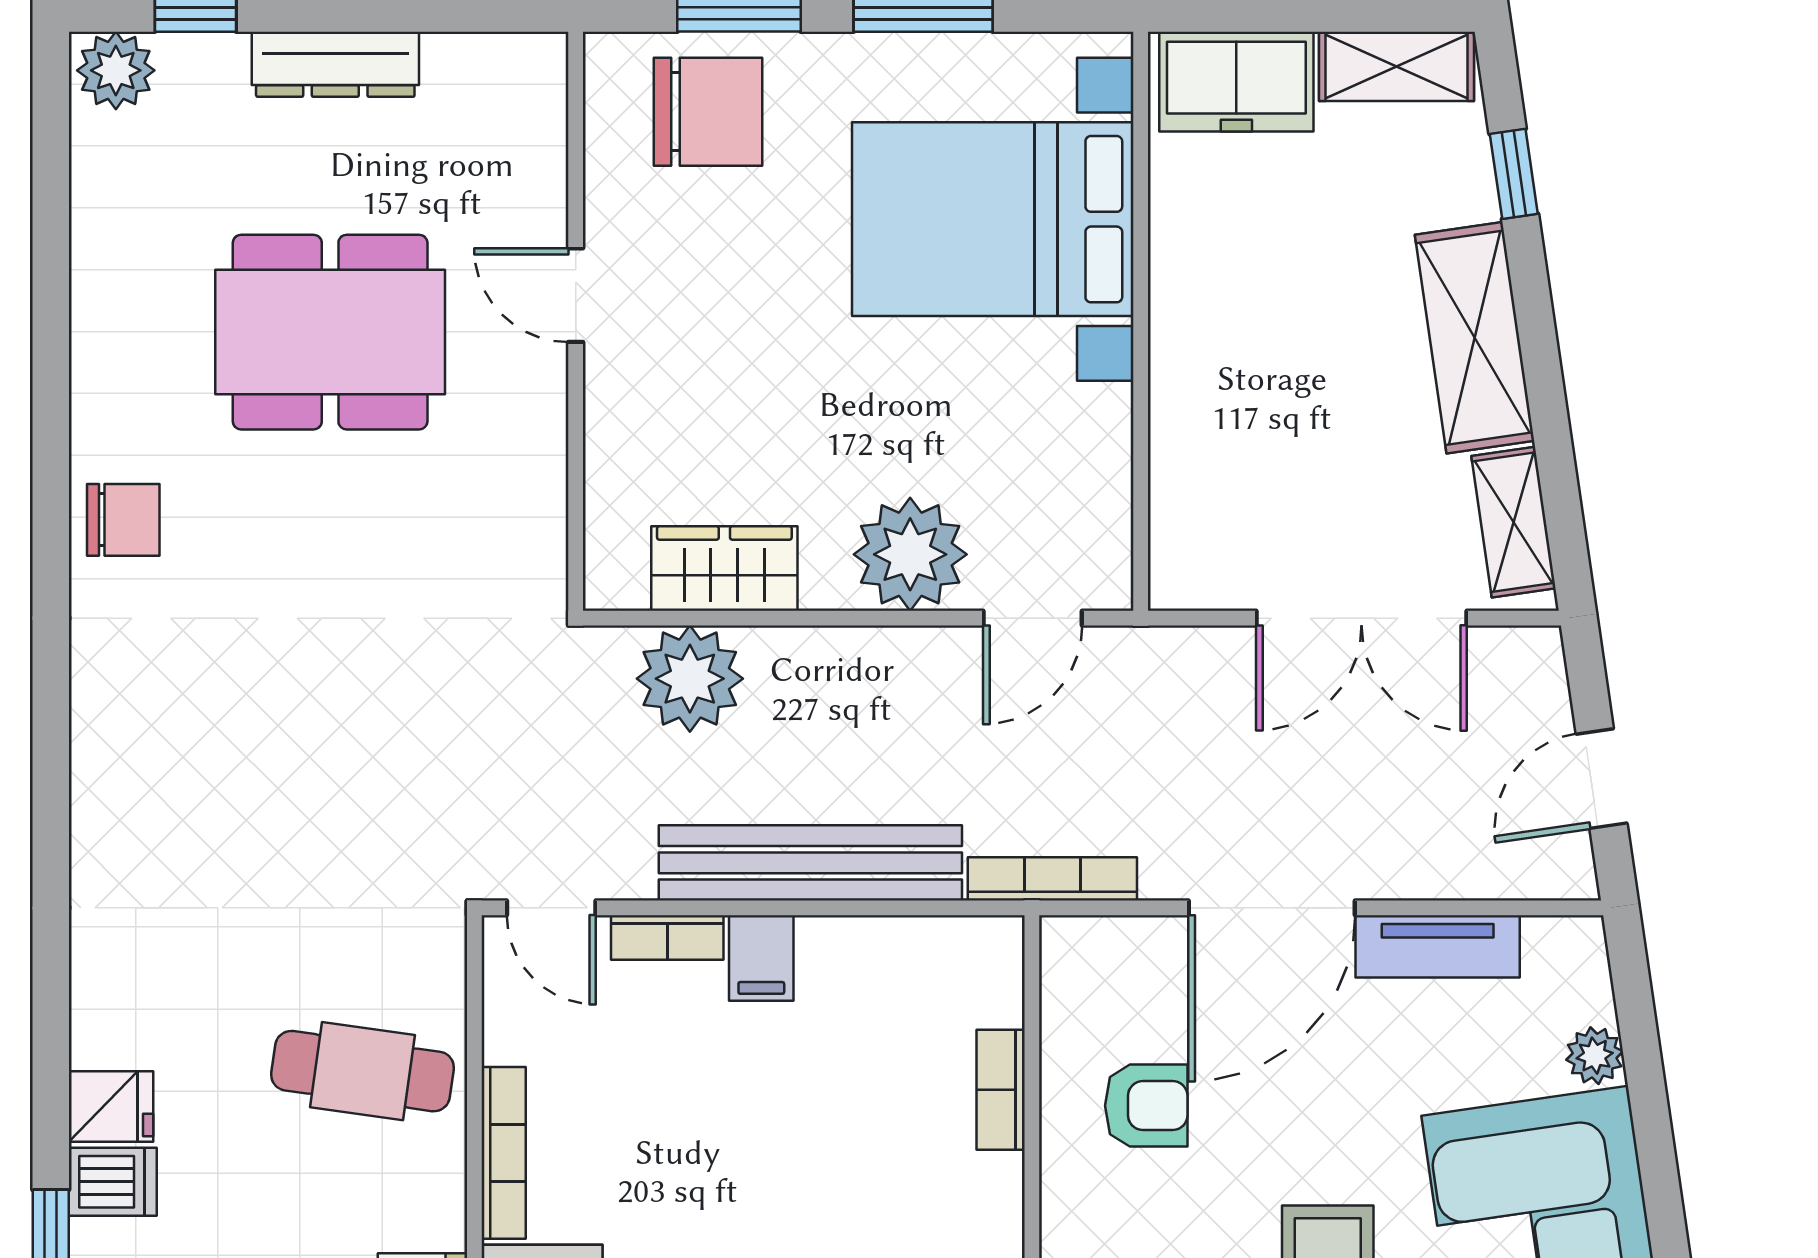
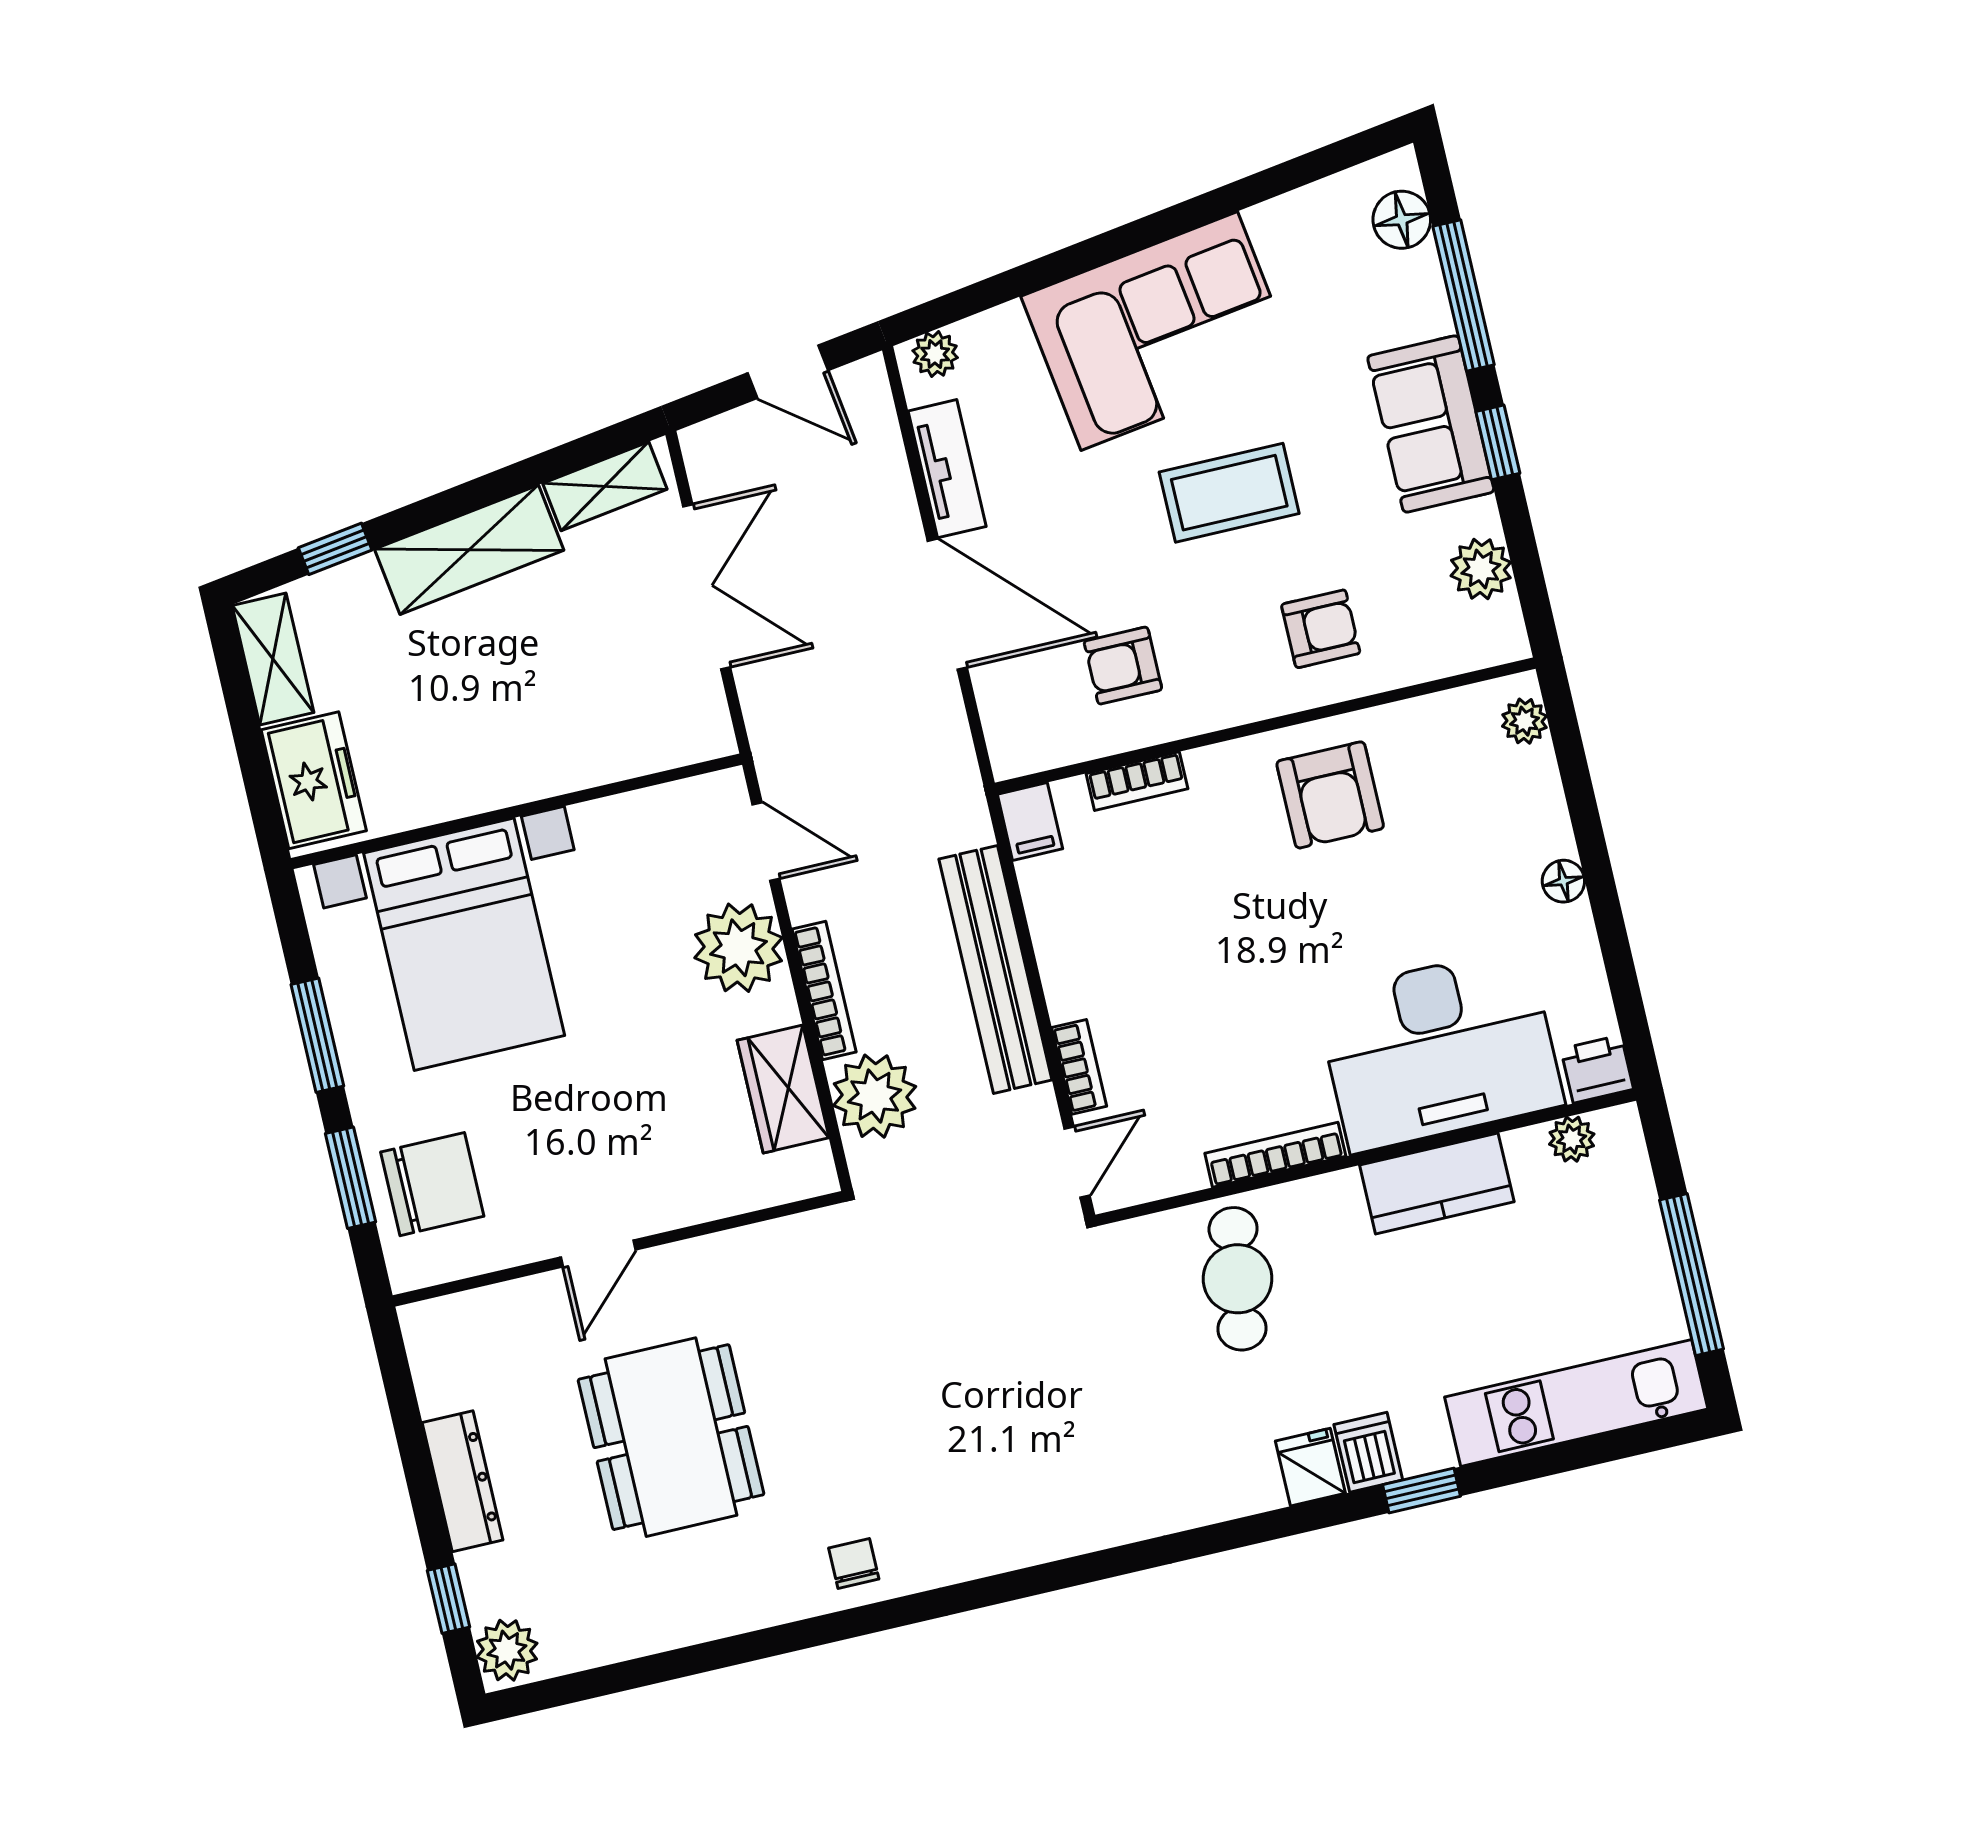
chair: (708, 112) -> (432, 1184), turned 90
chair: (123, 520) -> (854, 1563), width x0.73, depth x0.73
bookcase: (1052, 879) -> (824, 990), moved, turned 180
filing cabinet: (761, 958) -> (1030, 822), moved, turned 90
plant: (1595, 1056) -> (935, 354), moved
armchair: (1146, 1106) -> (1123, 666), turned -90

